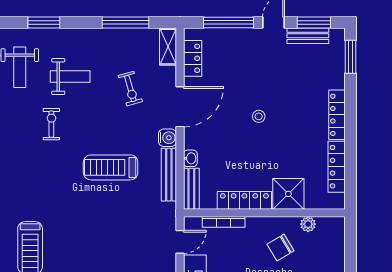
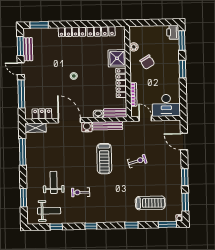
exercise bike: (130, 89) -> (137, 161), moved

